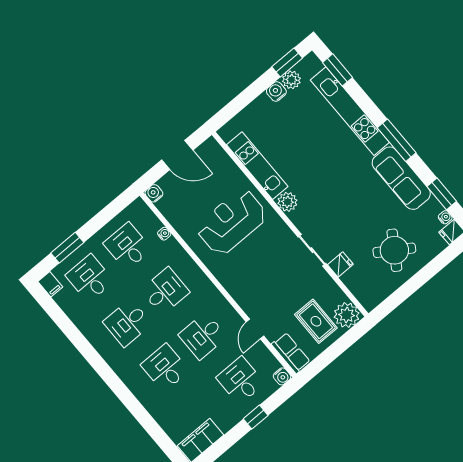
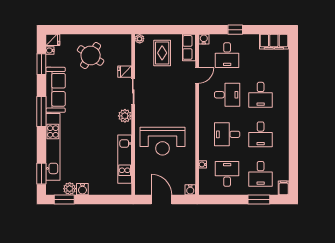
plant: (287, 202) -> (125, 116), moved
desk: (128, 246) -> (227, 174), turned 180
plant: (347, 315) -> (140, 39), width x0.53, depth x0.53
desk: (127, 323) -> (261, 134), turned 90

